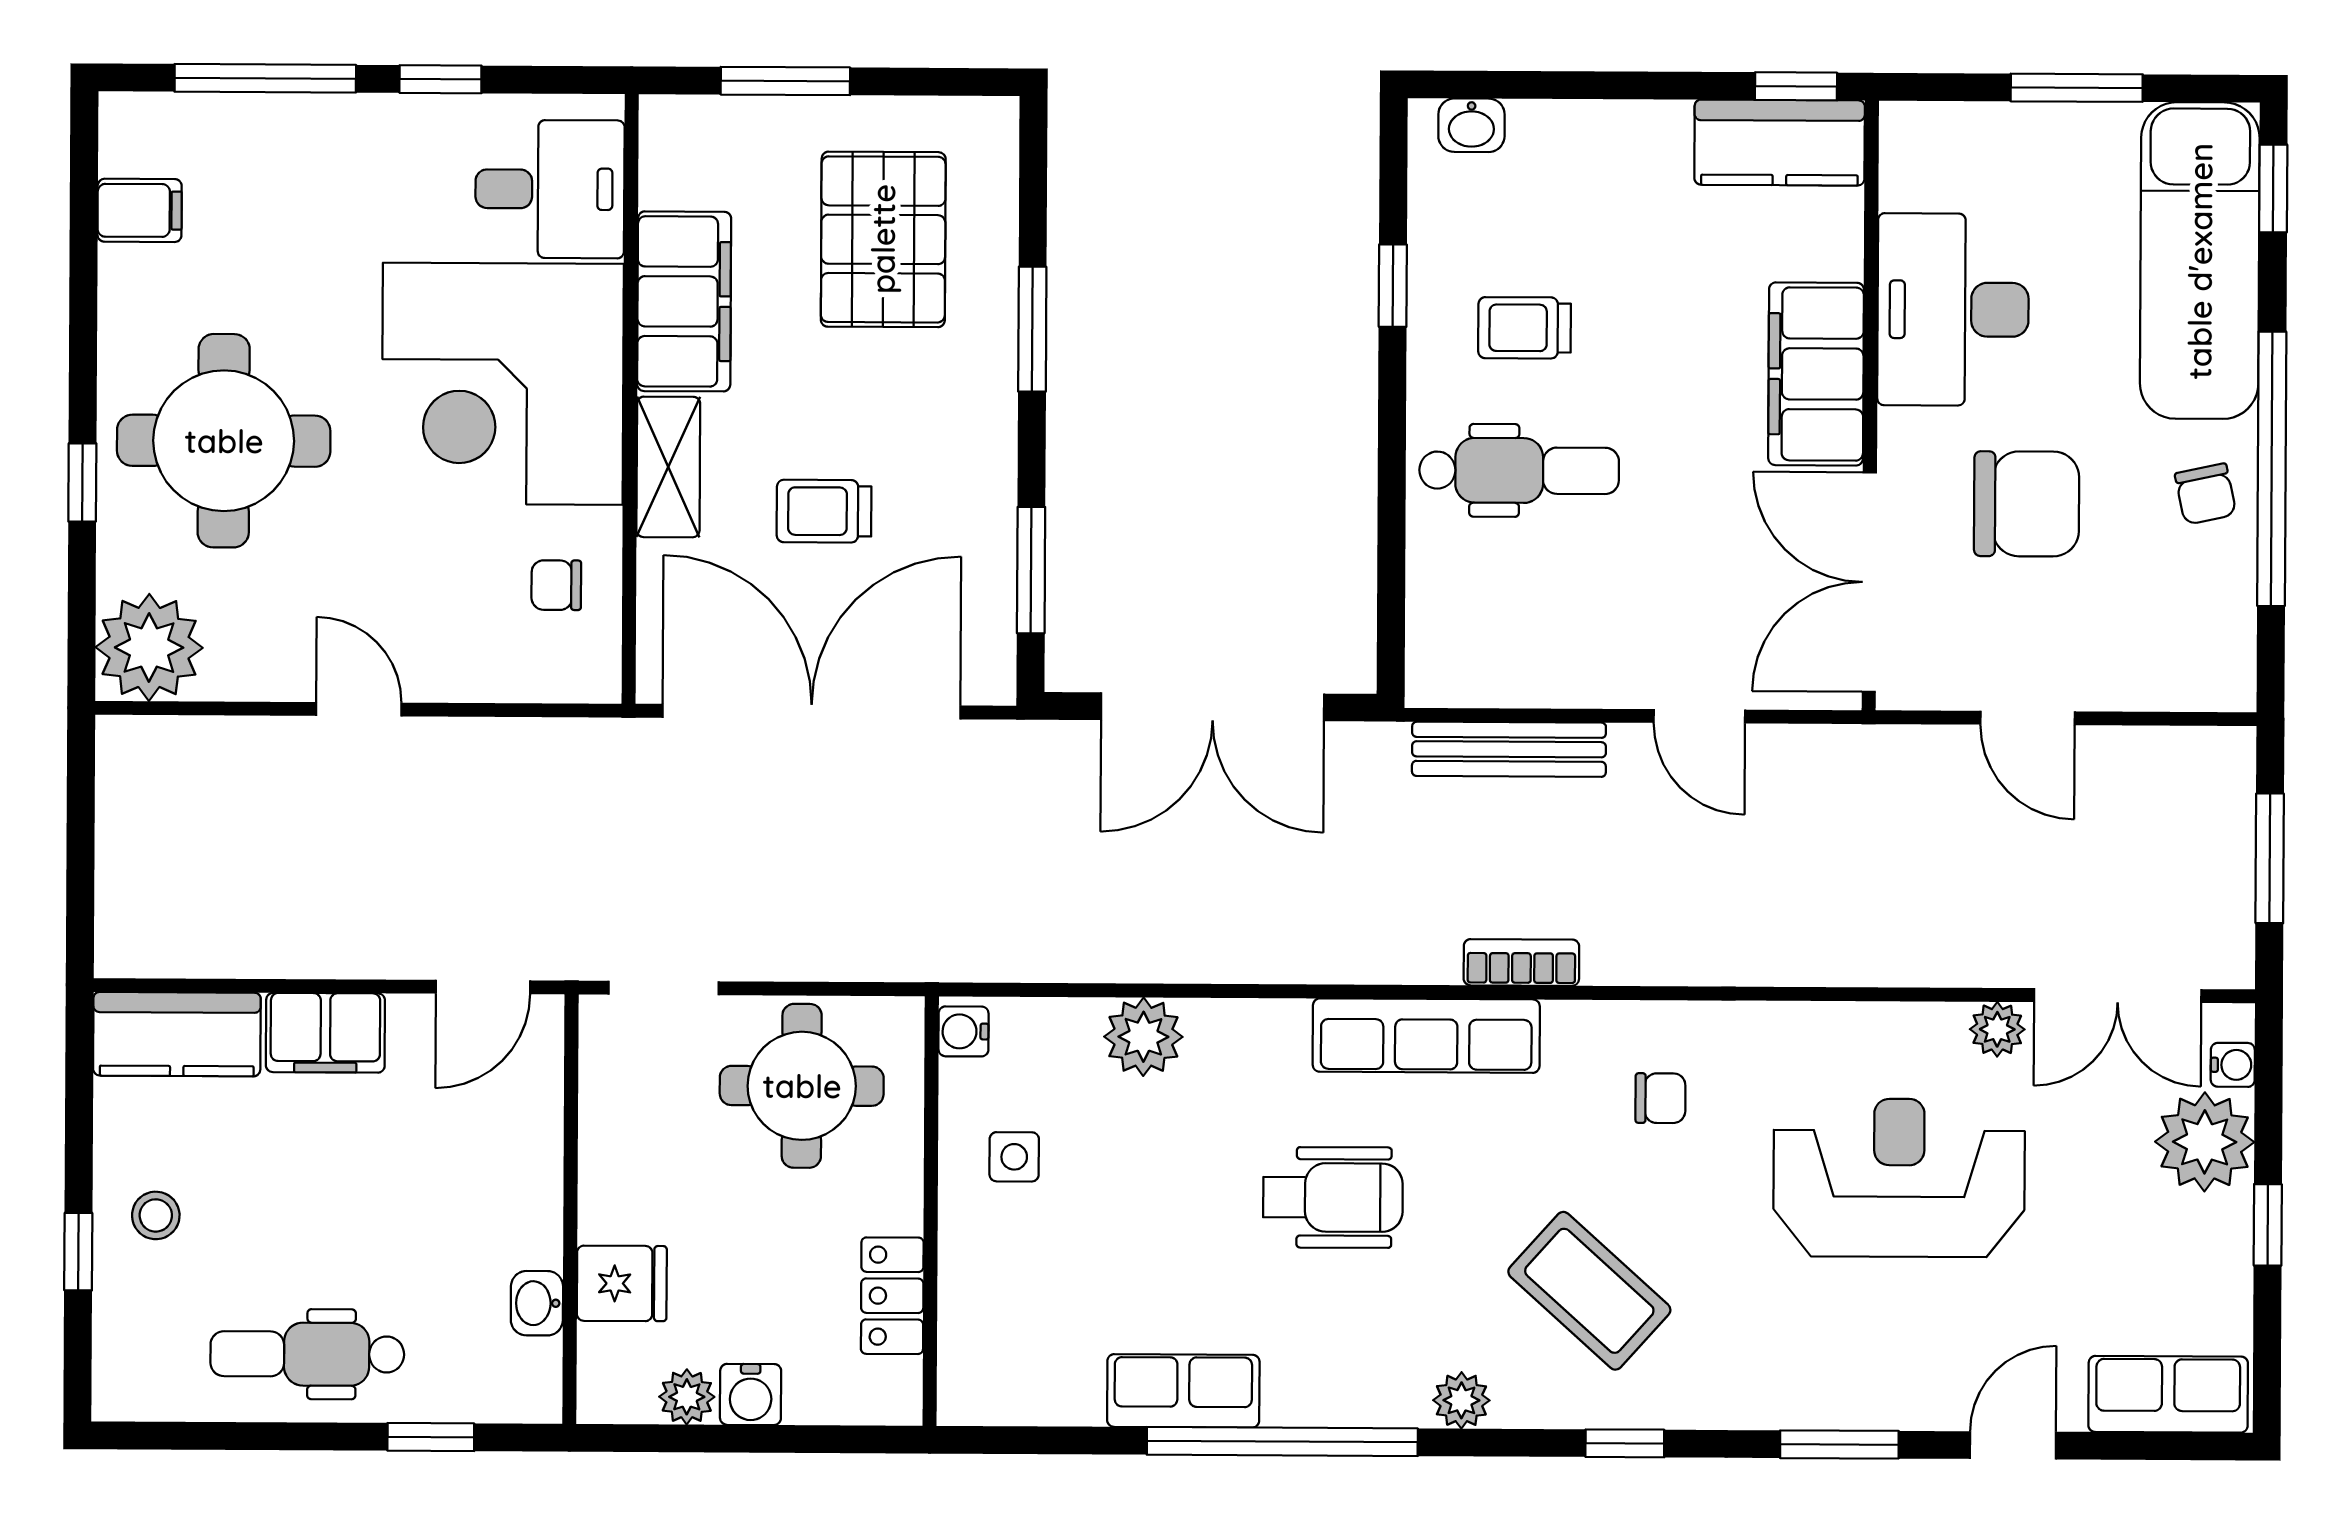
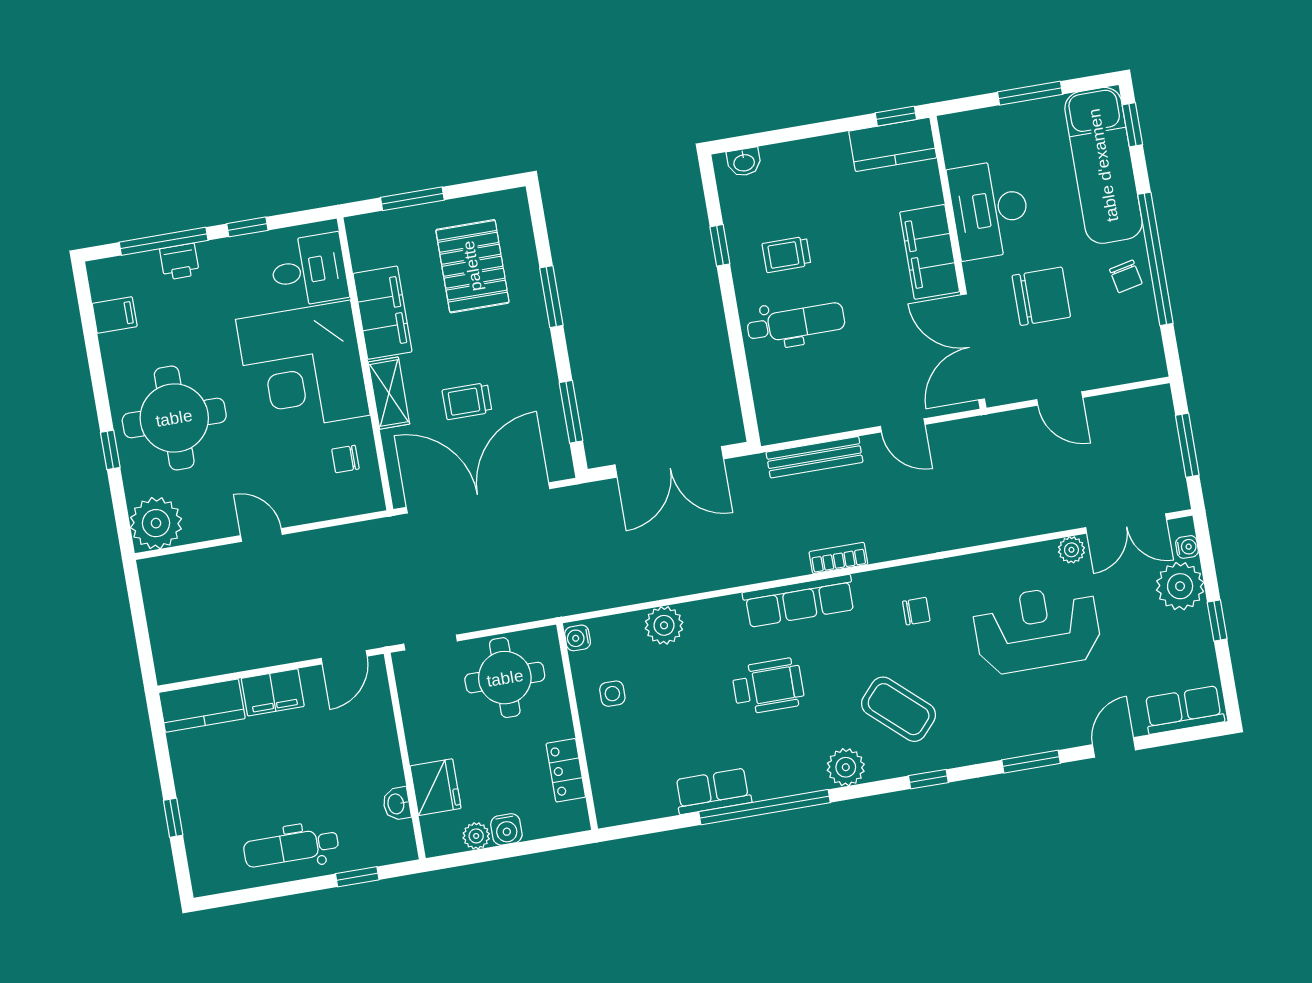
printer: (290, 125) -> (179, 262), added
stool: (156, 1215) -> (207, 794), removed
fridge: (622, 1283) -> (436, 787), width x1.38
plant: (1461, 1400) -> (846, 767), width x1.38, depth x1.38

